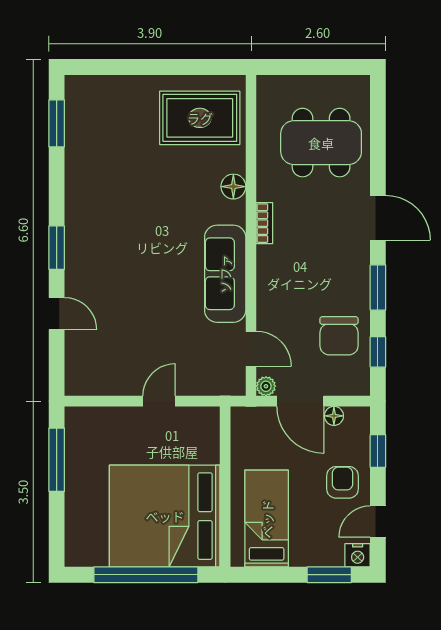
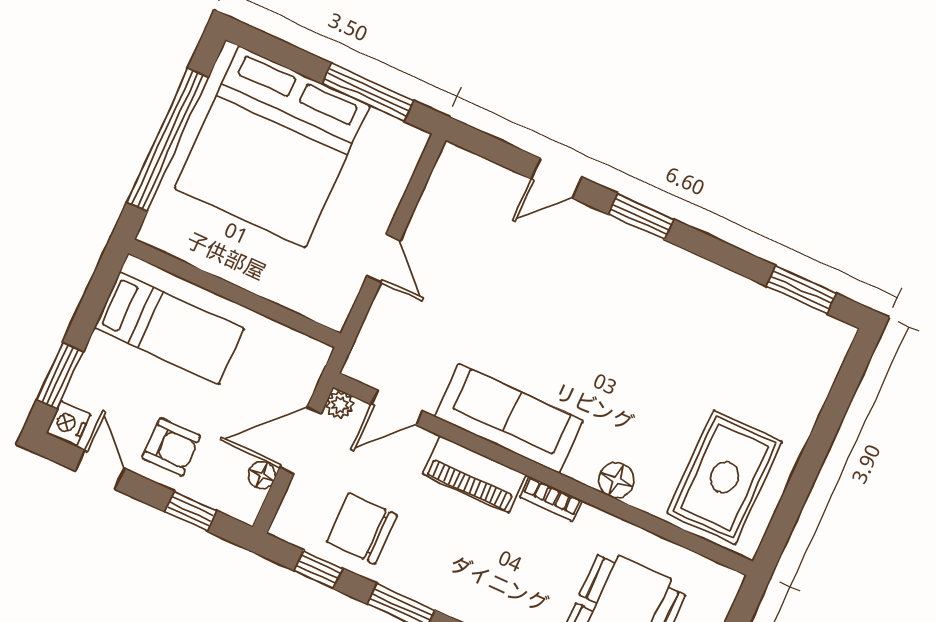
piano: (271, 279) -> (474, 474), added
bed: (165, 516) -> (272, 147), moved, turned 180

